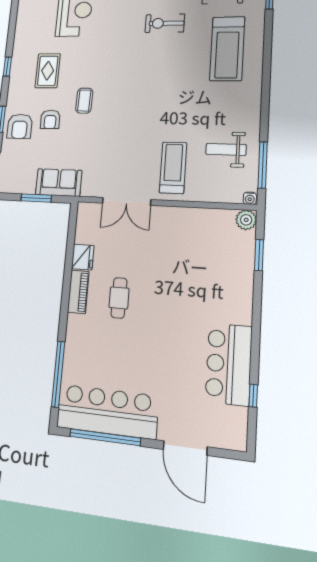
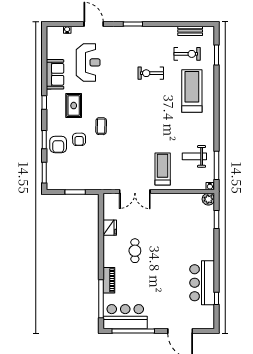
treadmill: (227, 49) -> (192, 91), turned 180
sofa: (59, 183) -> (55, 74), moved, turned 90
piano: (78, 292) -> (109, 280), moved
bar counter: (107, 411) -> (125, 317), width x0.73

